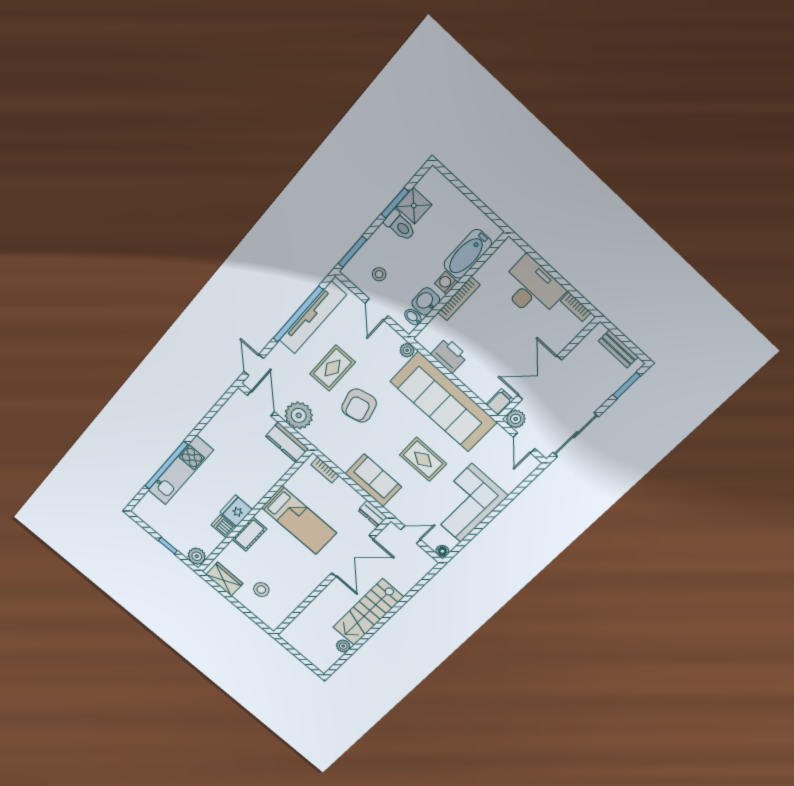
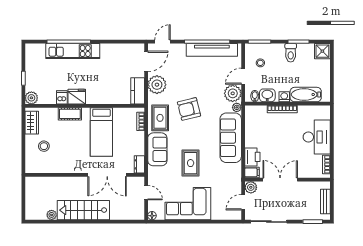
shower: (414, 206) -> (322, 51), moved
plant: (386, 340) -> (233, 93), added
printer: (449, 355) -> (252, 157), moved
rug: (332, 368) -> (160, 118), moved, turned 90
sofa: (444, 402) -> (231, 138), width x0.74, depth x0.79

